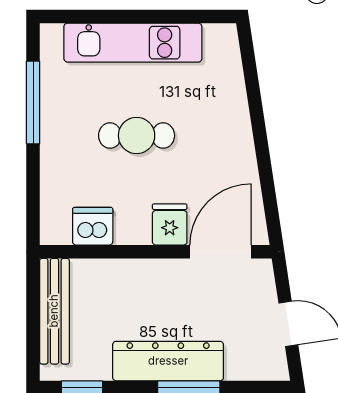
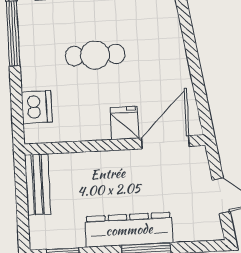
dishwasher: (93, 226) -> (37, 107), moved, turned 90
bench: (54, 311) -> (38, 184), width x0.73

